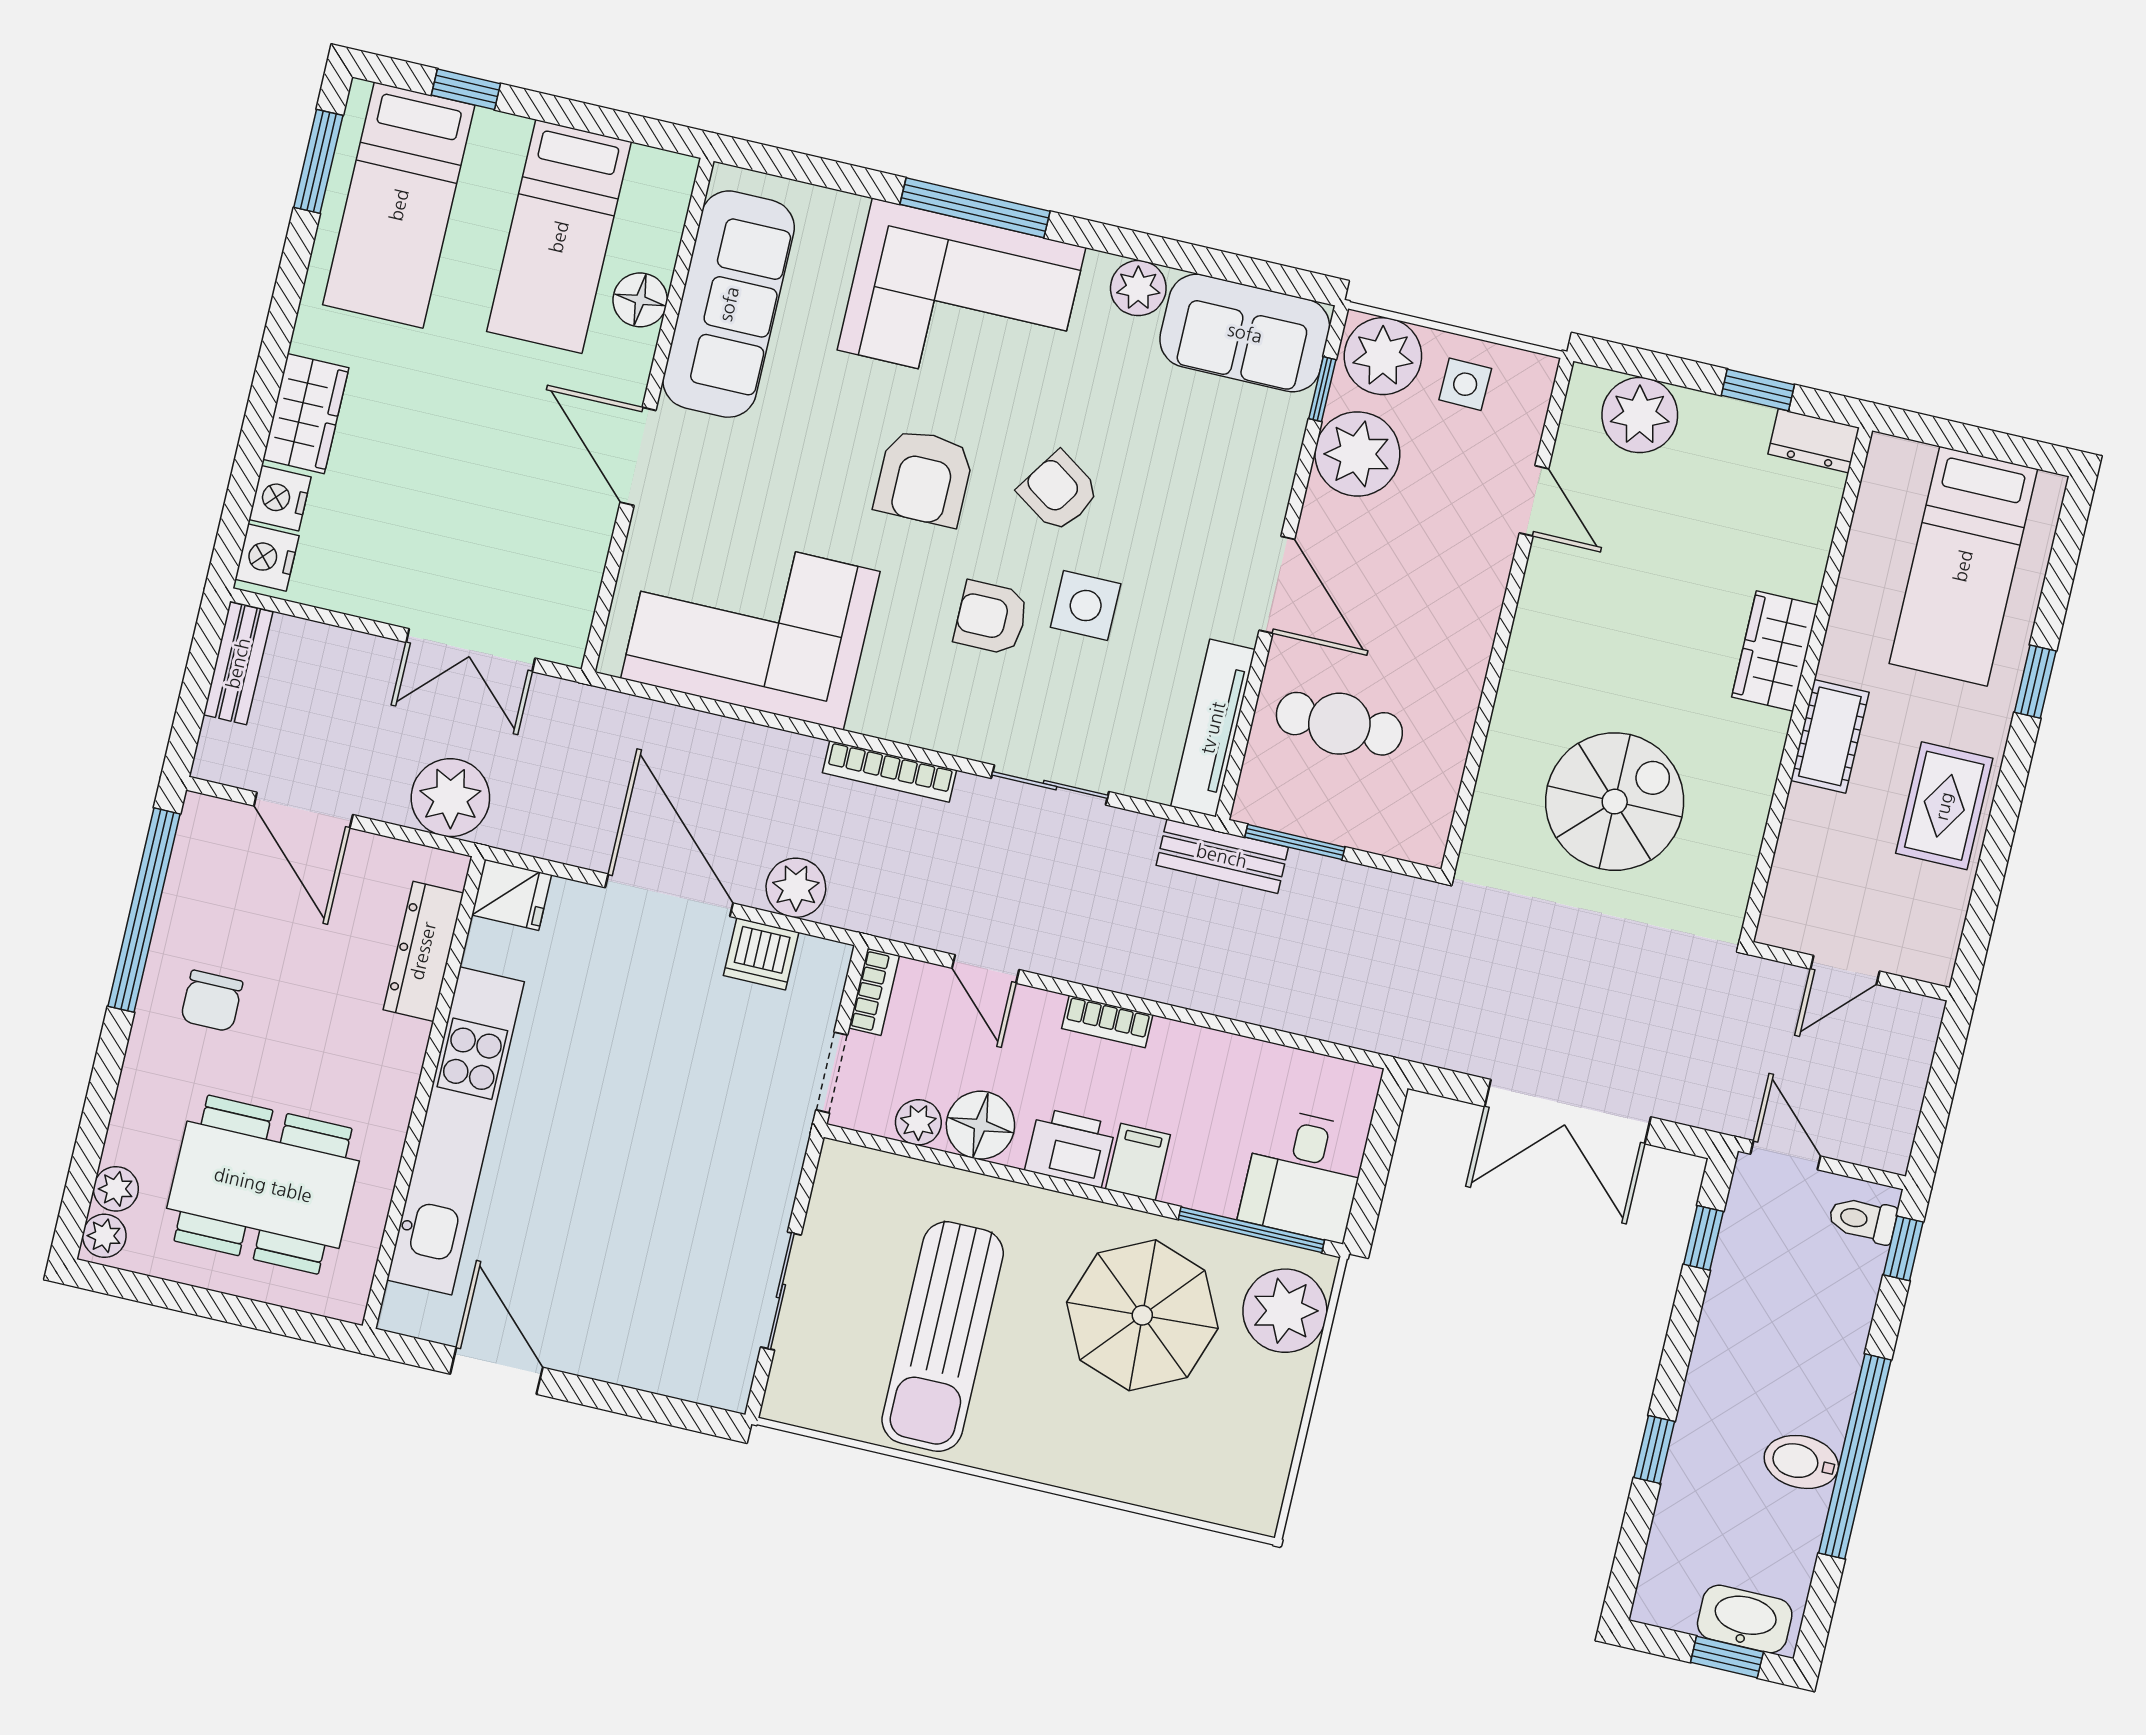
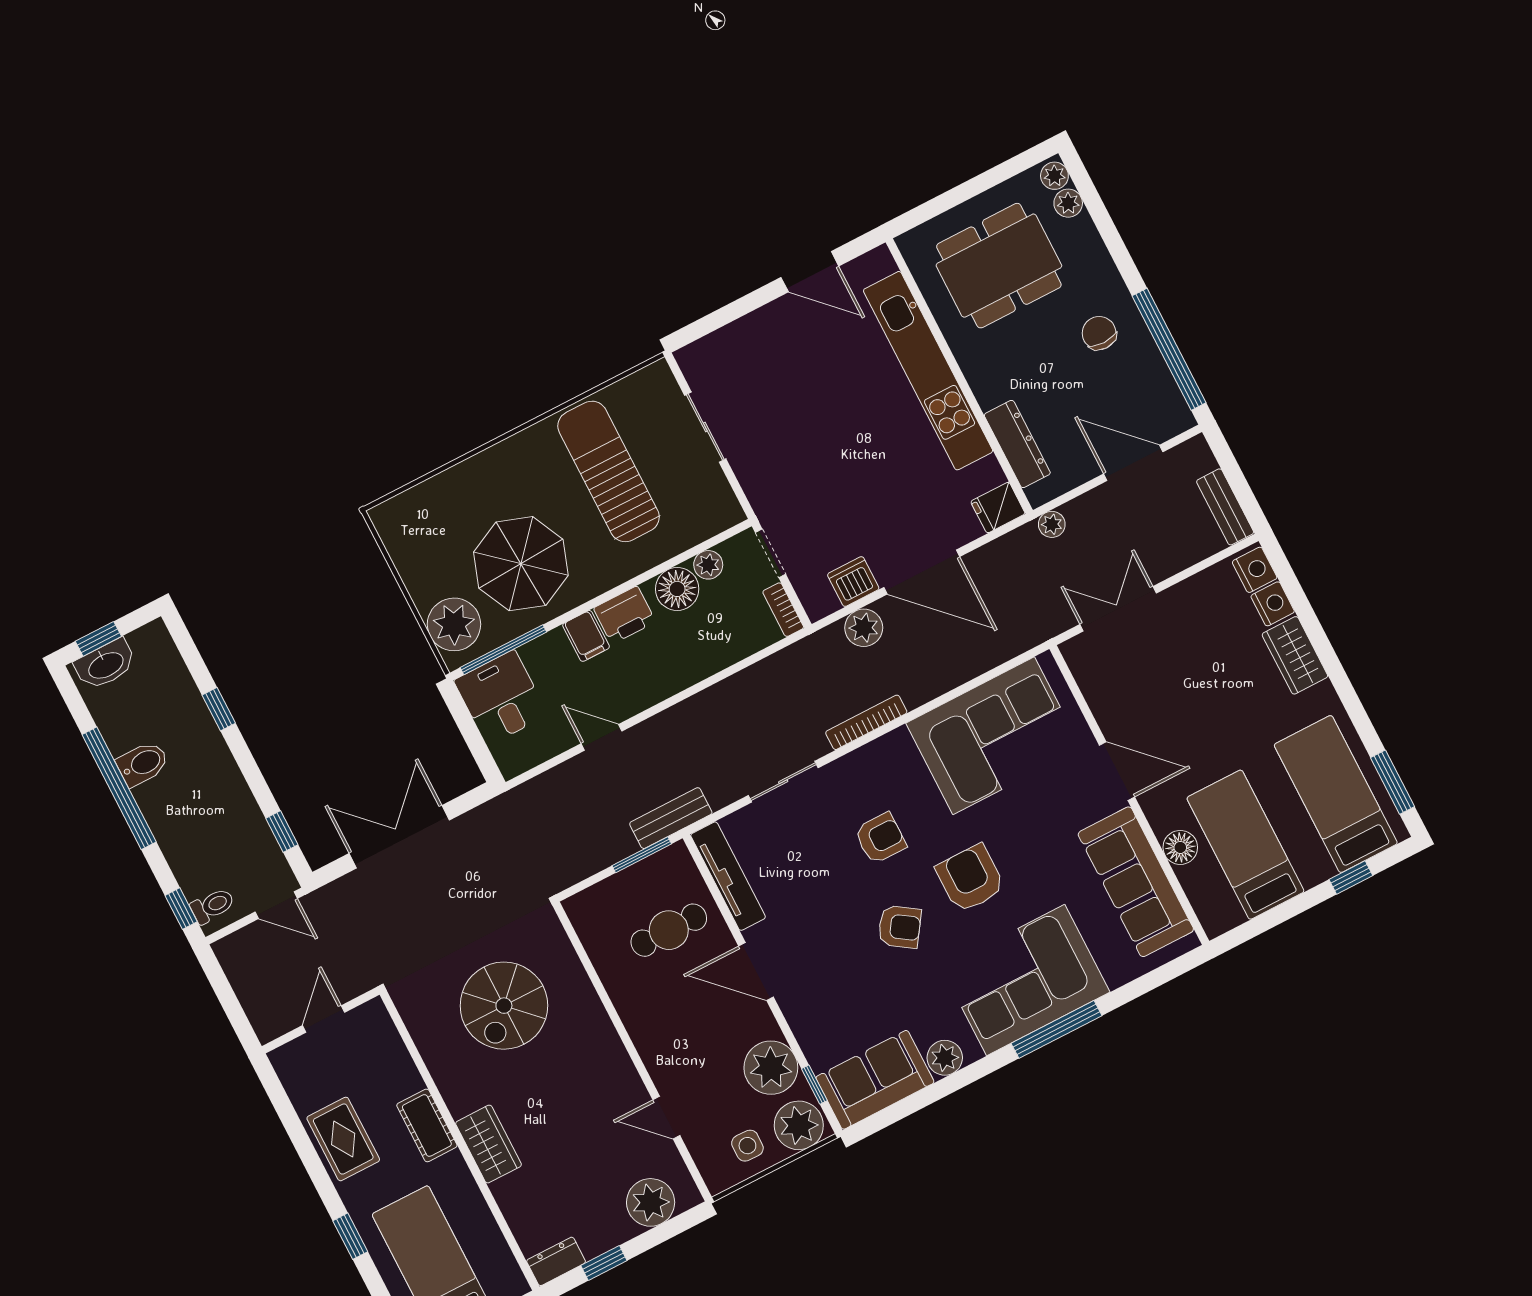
side table: (1086, 606) -> (840, 883), removed
plant: (450, 798) -> (1052, 524), width x0.53, depth x0.53
door: (985, 969) -> (601, 737), moved
bookcase: (1107, 1022) -> (658, 691), removed

